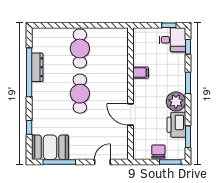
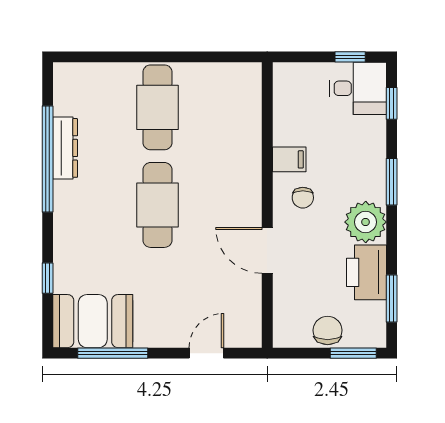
chair: (147, 90) -> (303, 198), added

